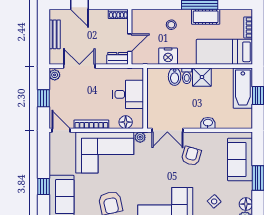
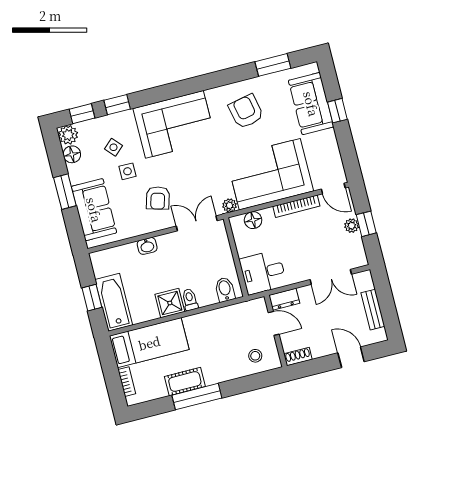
stool: (171, 25) -> (255, 356), moved
door: (130, 43) -> (274, 323), swing flipped
nightstand: (168, 56) -> (220, 319), removed
plant: (55, 75) -> (352, 226), moved
bidet: (175, 77) -> (225, 289), moved
desk: (128, 94) -> (263, 272), moved
side table: (208, 181) -> (127, 171), added

